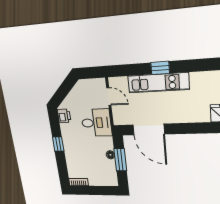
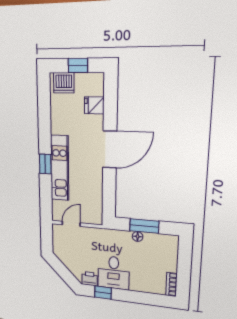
desk: (96, 123) -> (114, 273), moved, turned 180
door: (149, 129) -> (110, 149), moved
window: (58, 144) -> (103, 293), moved

